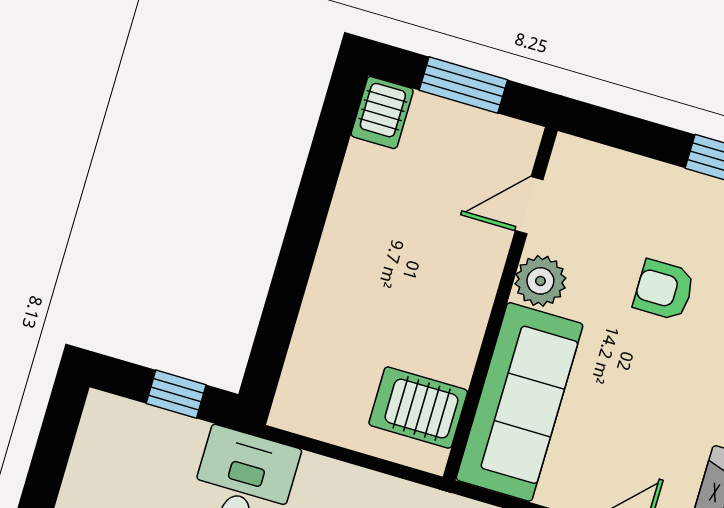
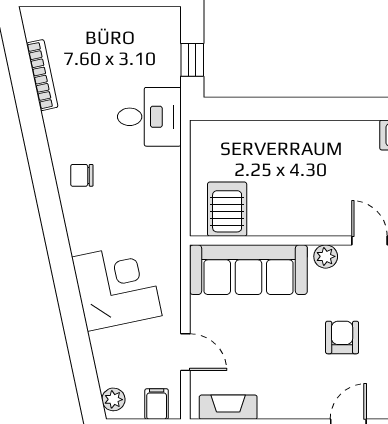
plant: (540, 281) -> (326, 256), width x0.73, depth x0.73

